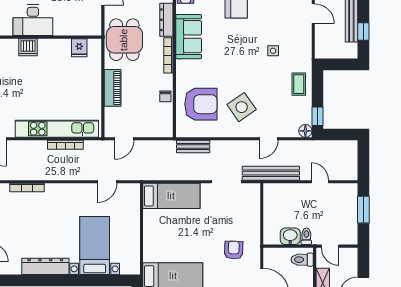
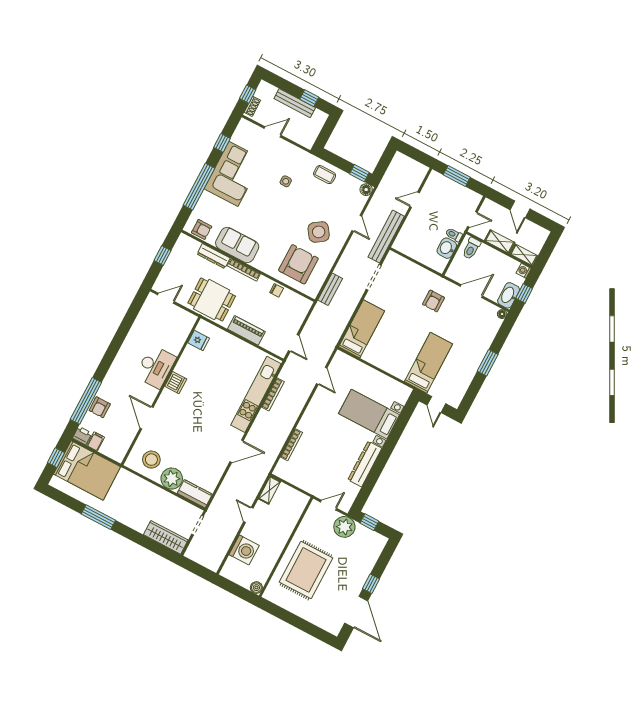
armchair: (234, 250) -> (434, 301), turned -92

